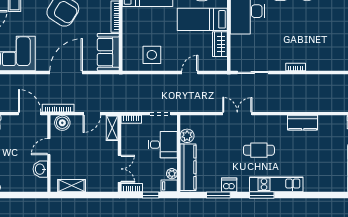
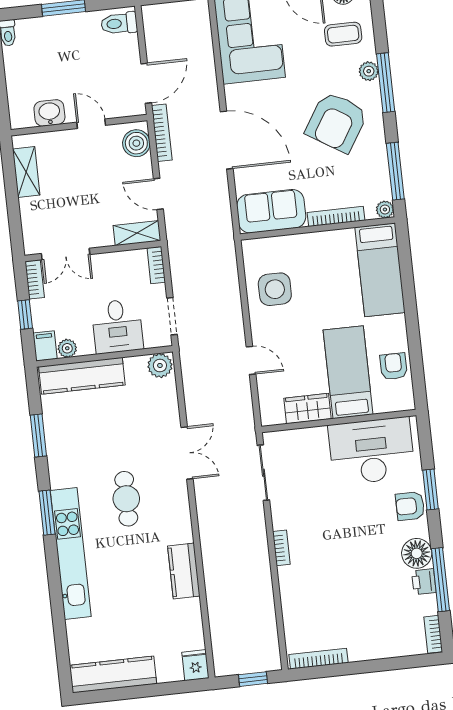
plant: (187, 136) -> (160, 366), moved
kitchen unit: (276, 184) -> (71, 554), width x1.36
dishwasher: (229, 185) -> (59, 452), removed

